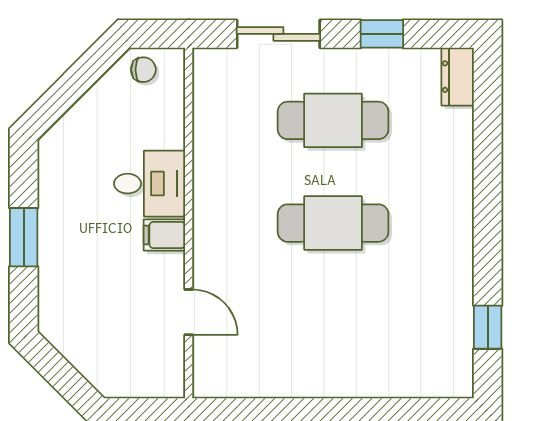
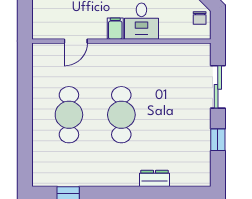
dresser: (458, 77) -> (154, 178), moved
cafe table: (333, 120) -> (69, 115), moved

